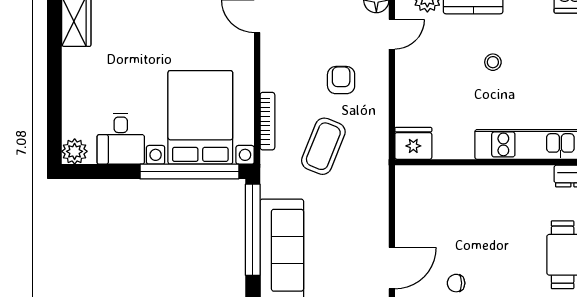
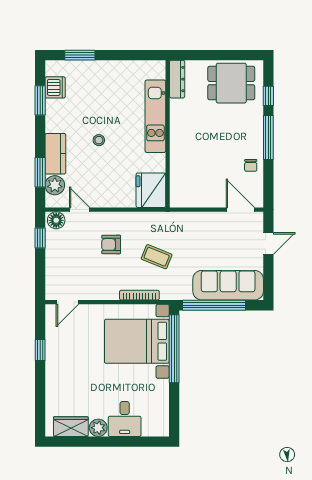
desk: (121, 139) -> (125, 419), moved, turned 90
fridge: (413, 143) -> (151, 190), width x1.36, depth x1.34
coffee table: (323, 146) -> (157, 257), width x0.73, depth x0.77
plant: (75, 151) -> (98, 428), moved

